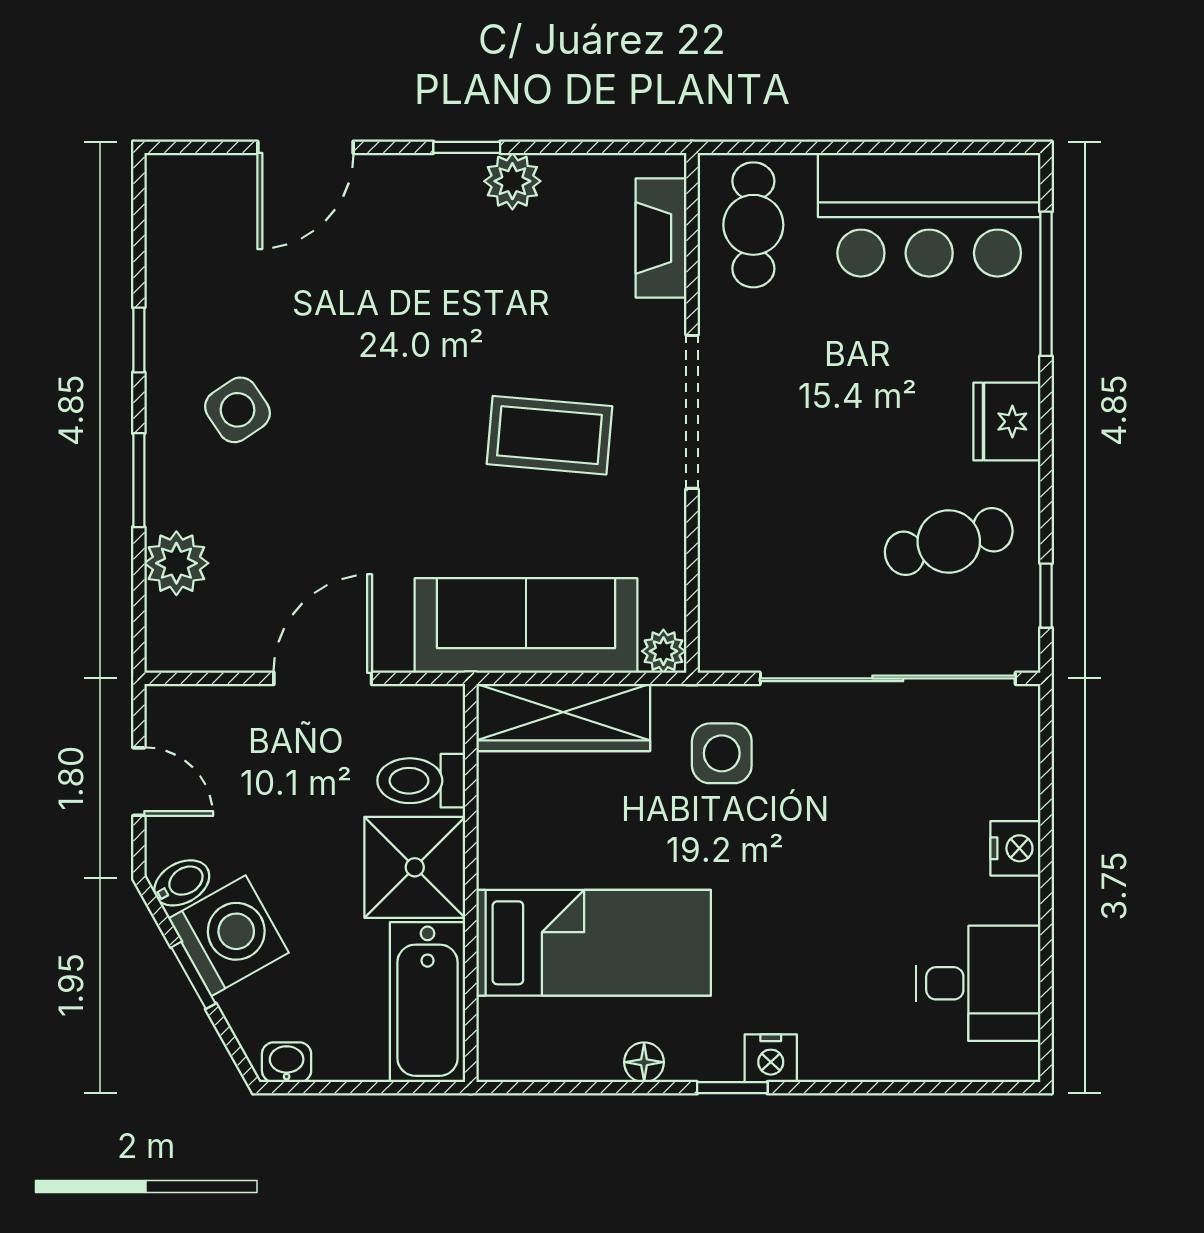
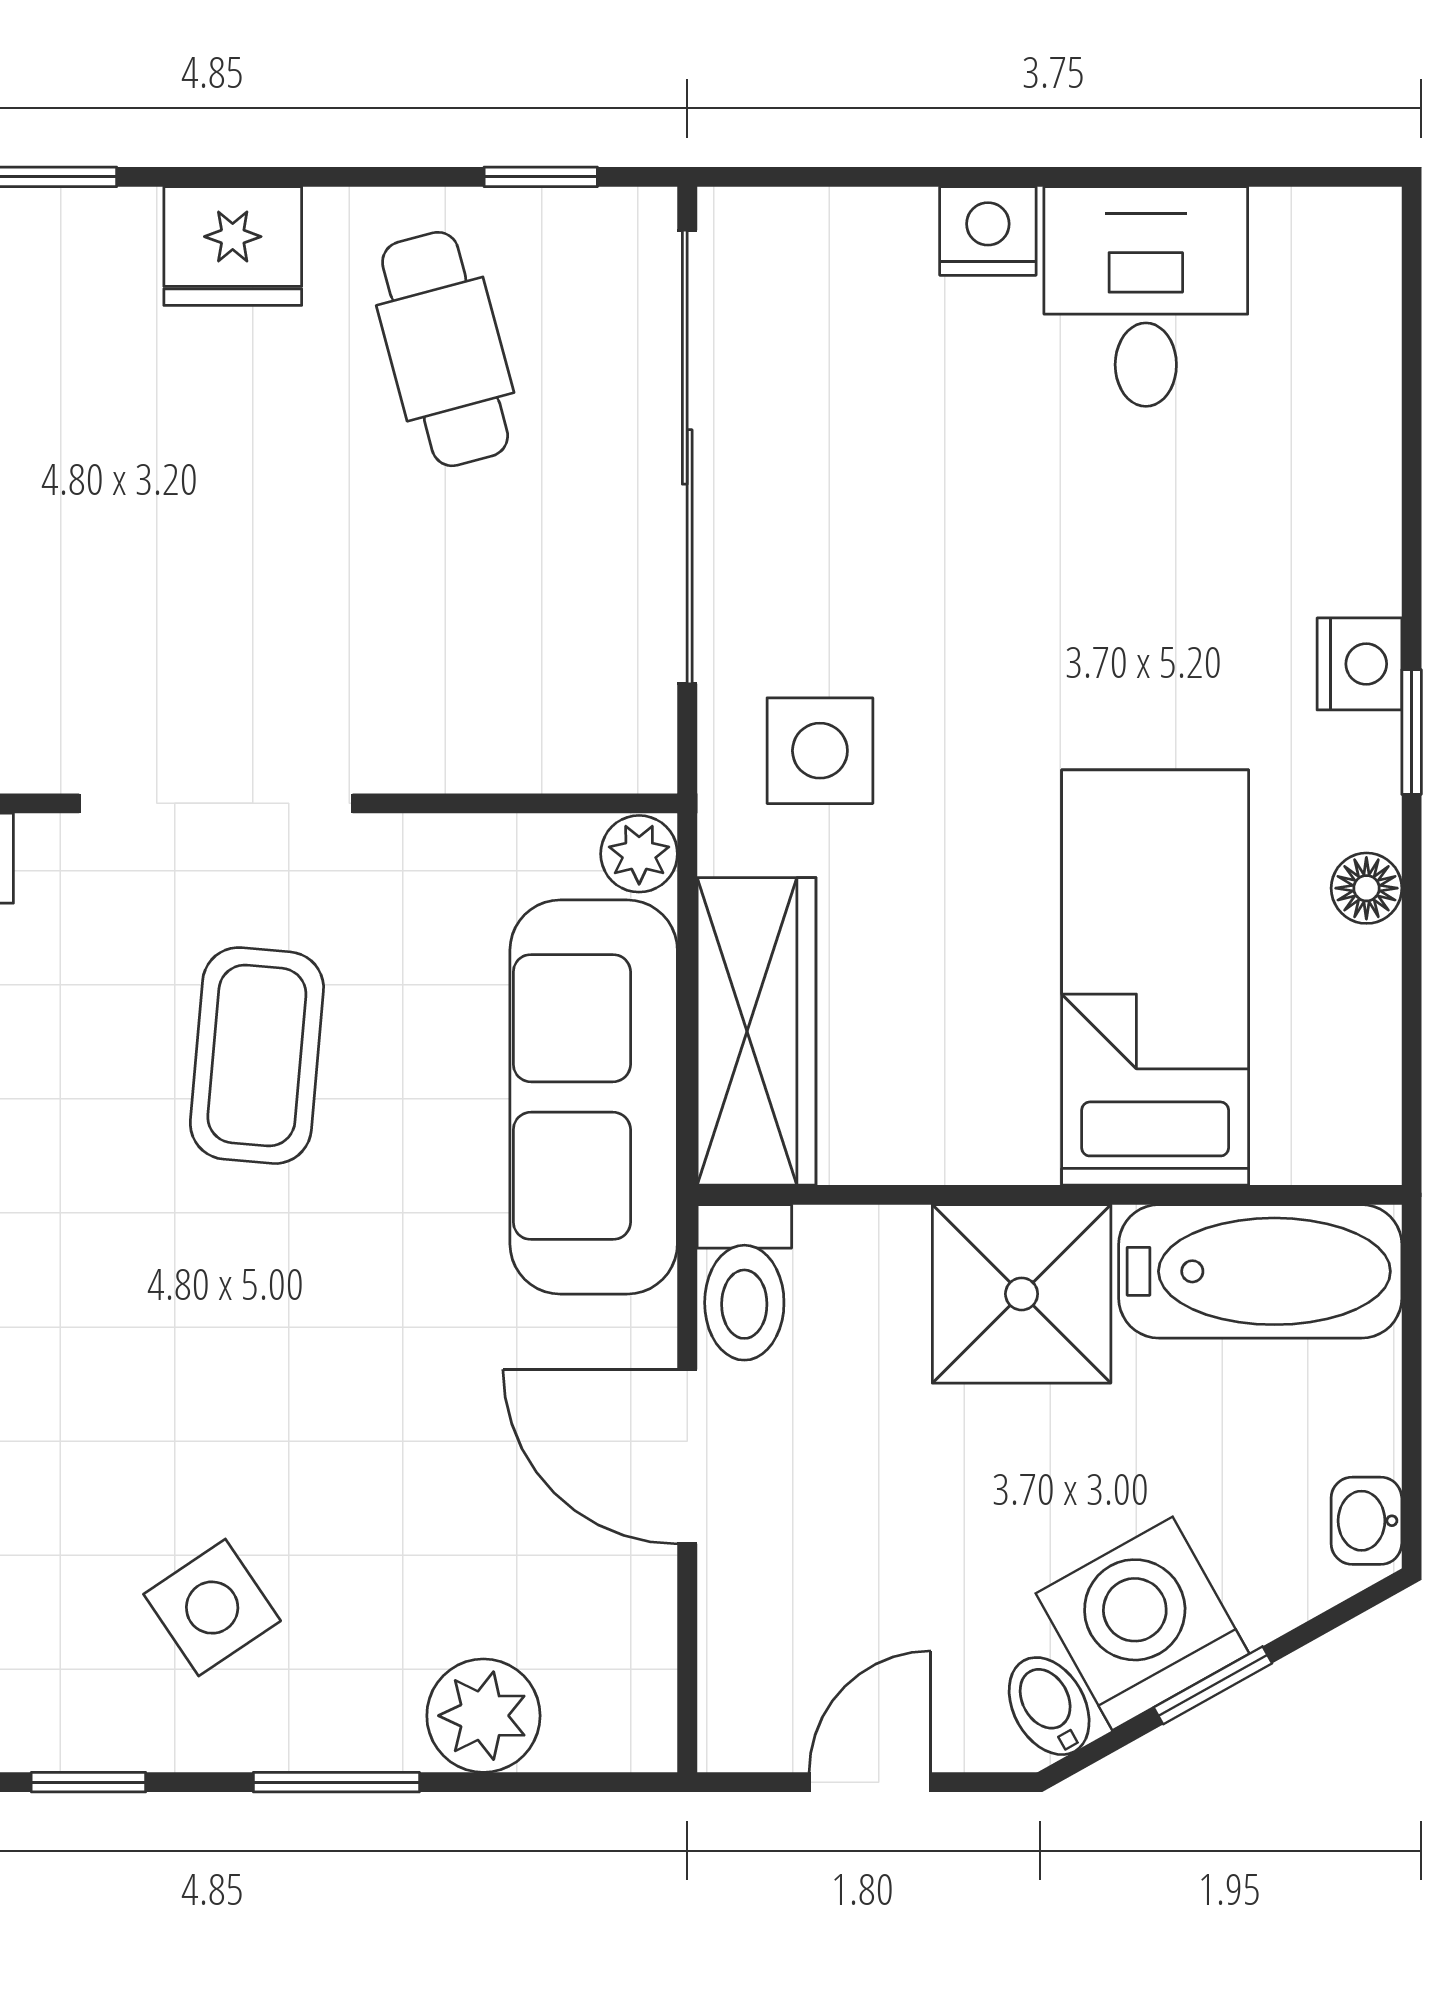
toilet: (421, 781) -> (744, 1282), moved
desk: (978, 983) -> (1146, 297), moved

